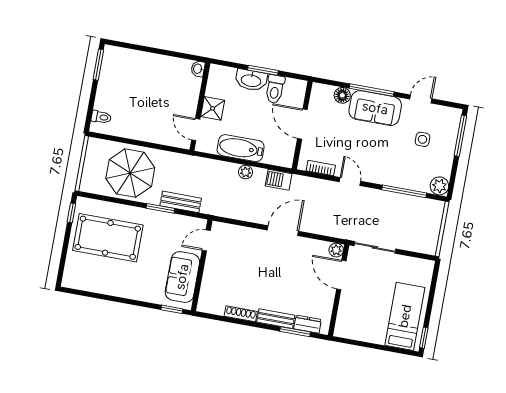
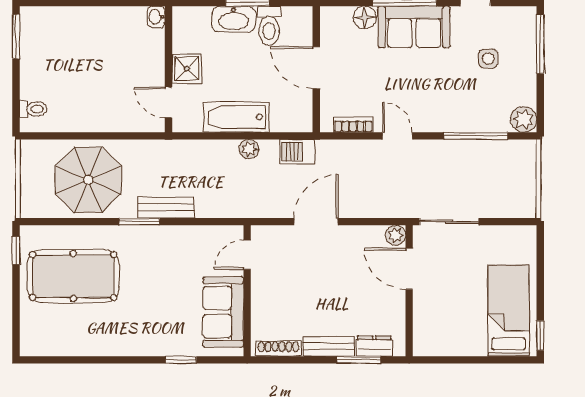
door: (206, 240) -> (247, 255), moved
wall: (202, 265) -> (247, 291), moved
sofa: (182, 277) -> (223, 312), moved

